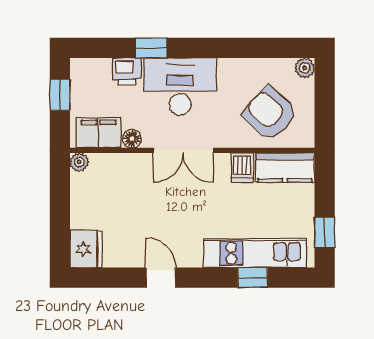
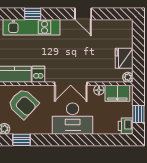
window: (151, 48) -> (21, 140), moved
printer: (127, 71) -> (126, 126), moved, turned -90
double door: (183, 150) -> (71, 84), swing flipped
fridge: (86, 249) -> (124, 58), moved

